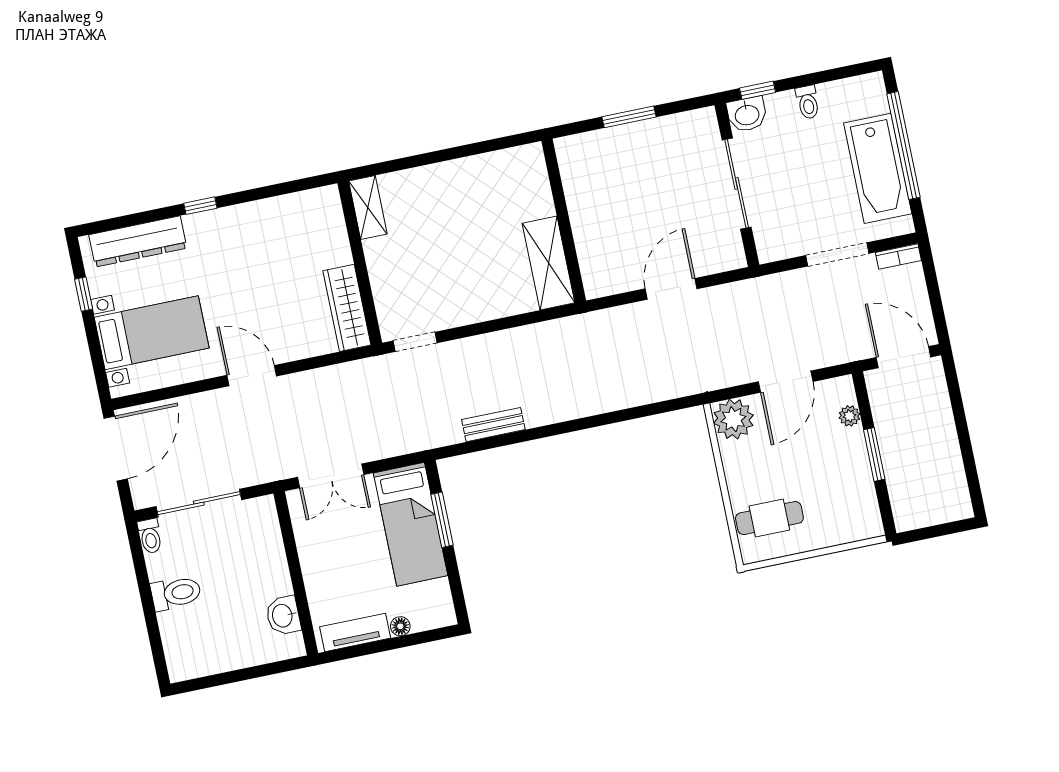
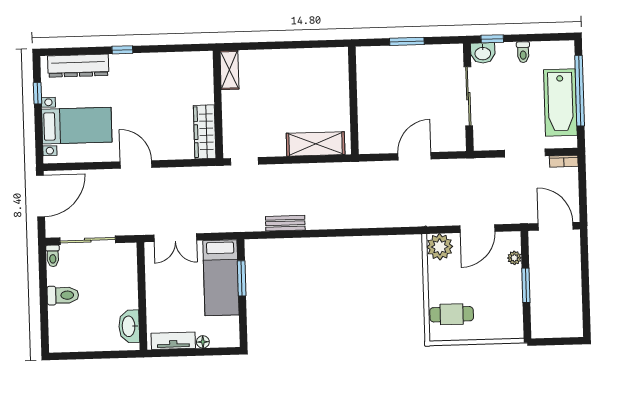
shelving: (548, 263) -> (316, 144), moved, turned 90
washbasin: (283, 616) -> (129, 326), width x1.38

